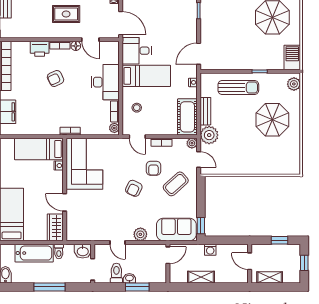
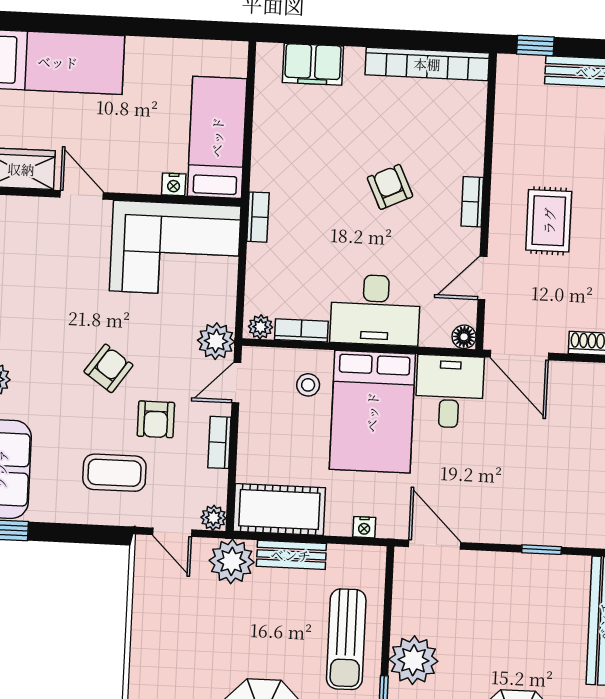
door: (121, 23) -> (519, 355), hinge flipped
floor lamp: (76, 46) -> (464, 337), moved
printer: (40, 49) -> (466, 151), removed
plant: (245, 60) -> (413, 660), added
bed: (146, 76) -> (372, 412), width x1.50
plant: (121, 146) -> (216, 341), added
door: (199, 160) -> (172, 532), hinge flipped
armchair: (153, 168) -> (156, 419), turned -90
coffee table: (176, 184) -> (114, 473), turned -48
armchair: (134, 188) -> (108, 368), turned 100
door: (65, 202) -> (82, 195), hinge flipped

